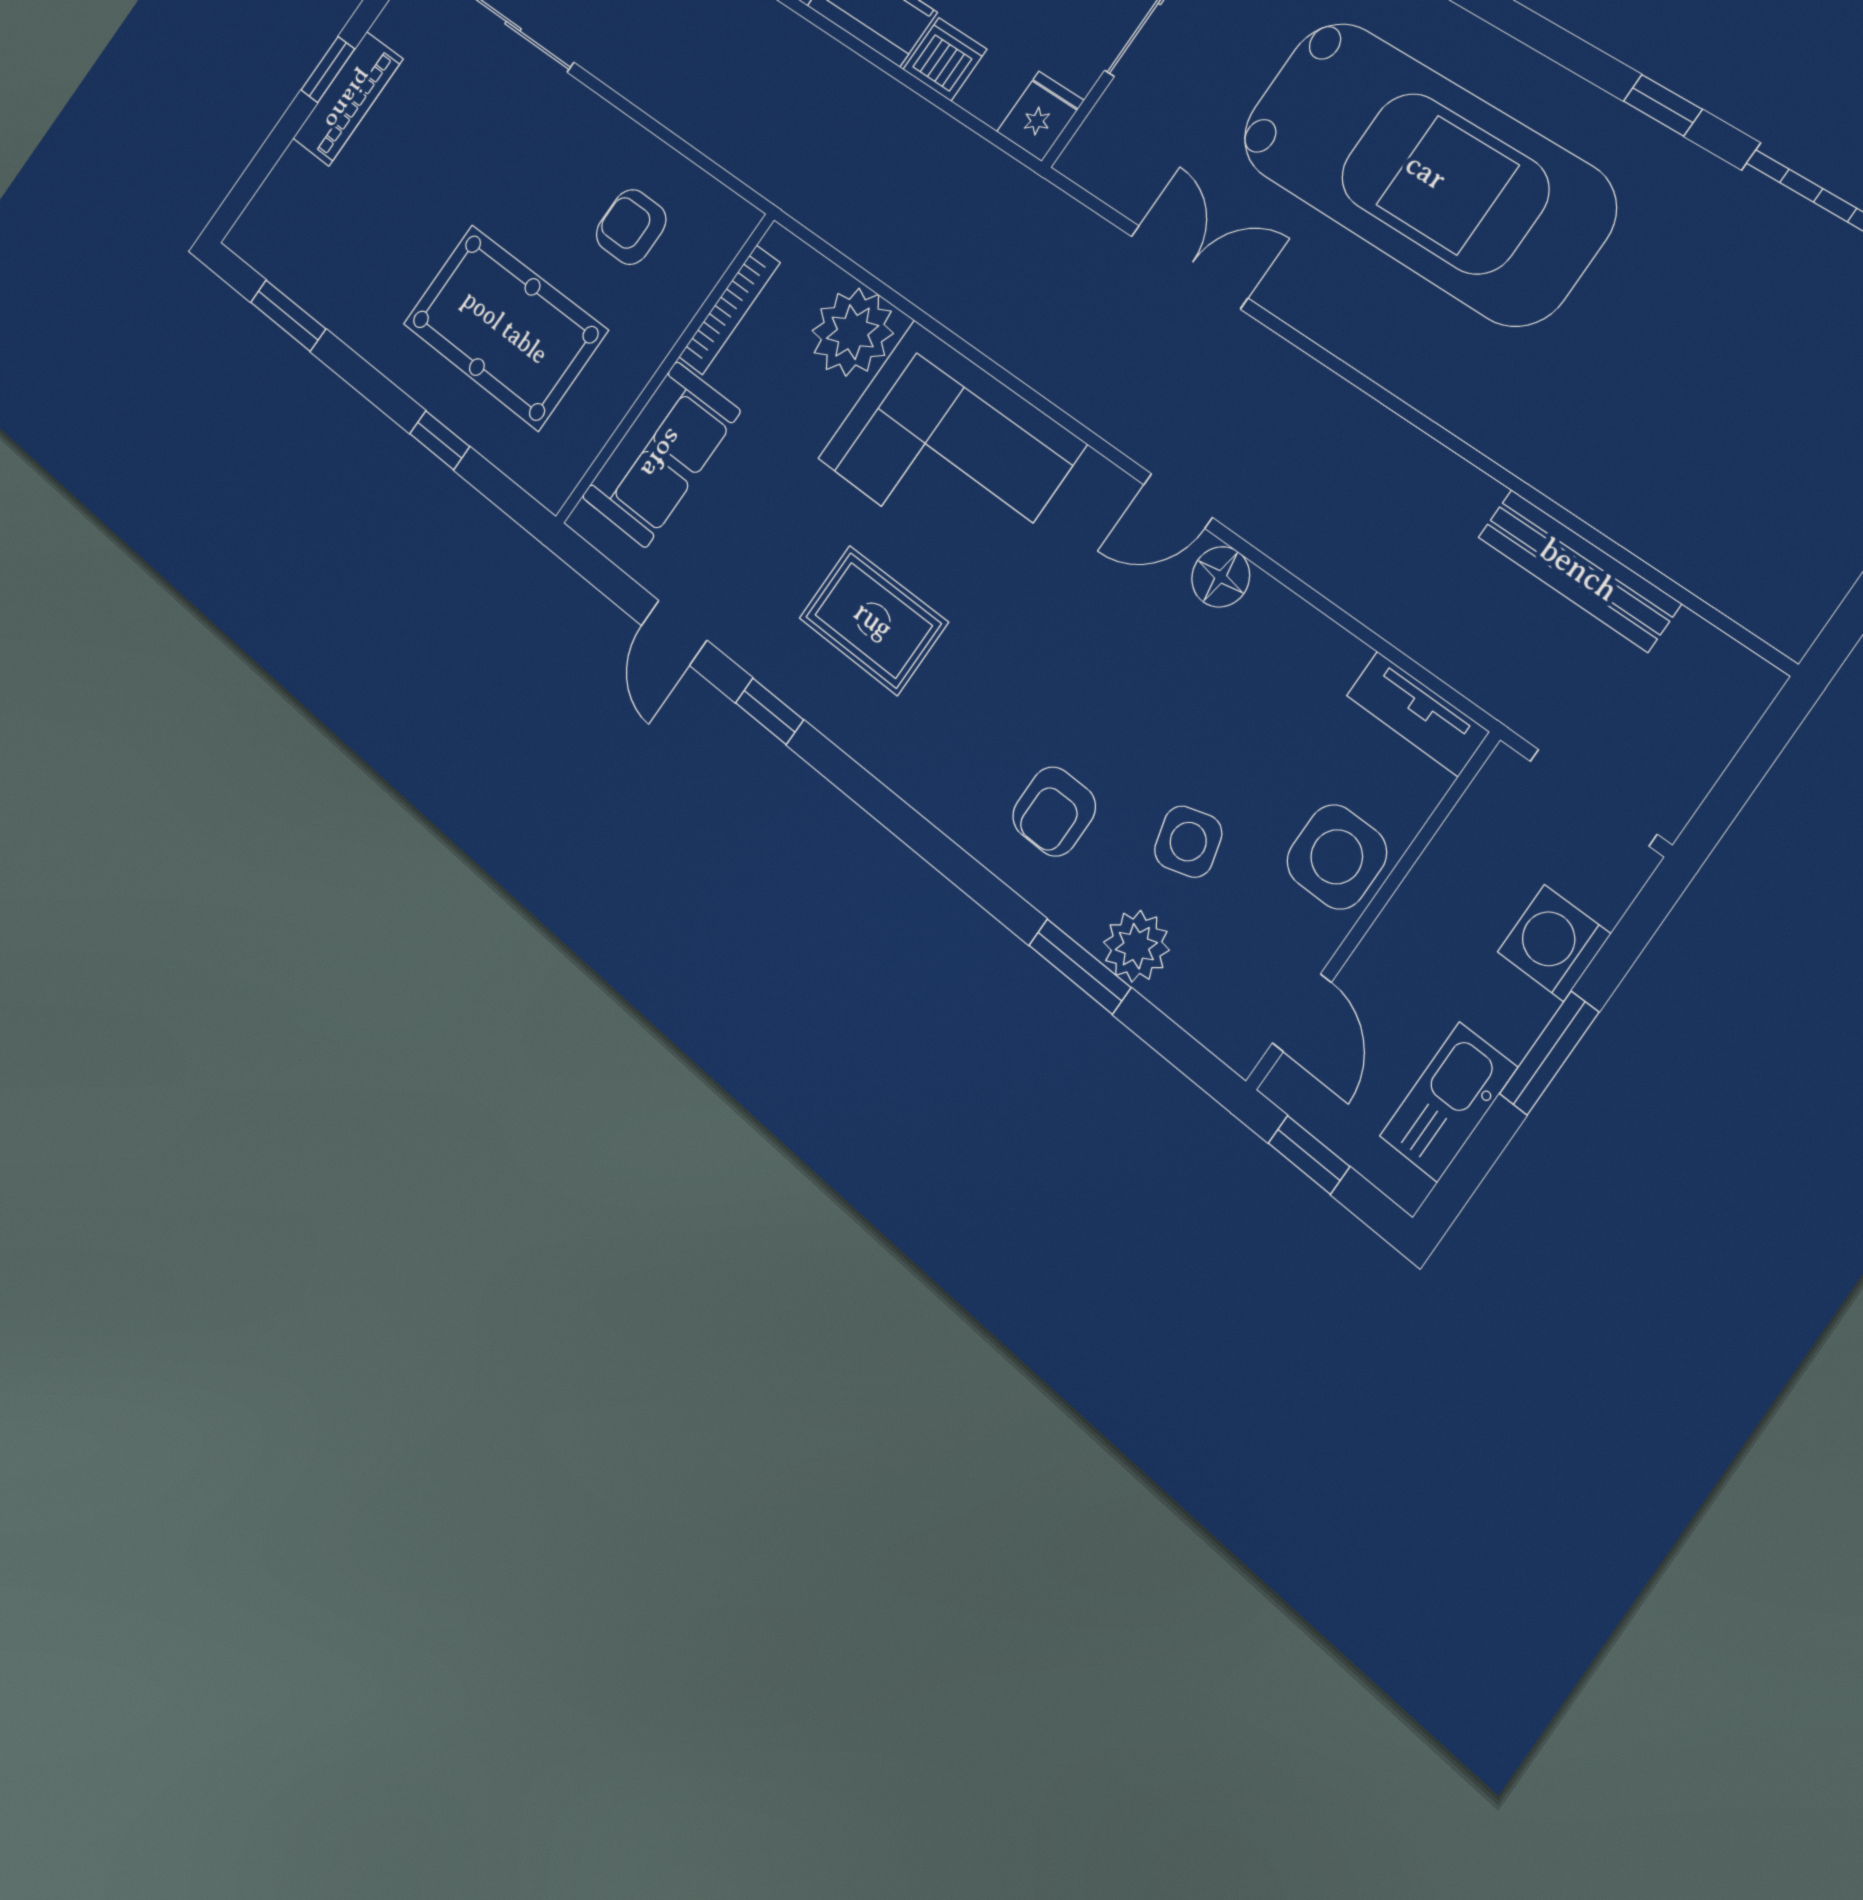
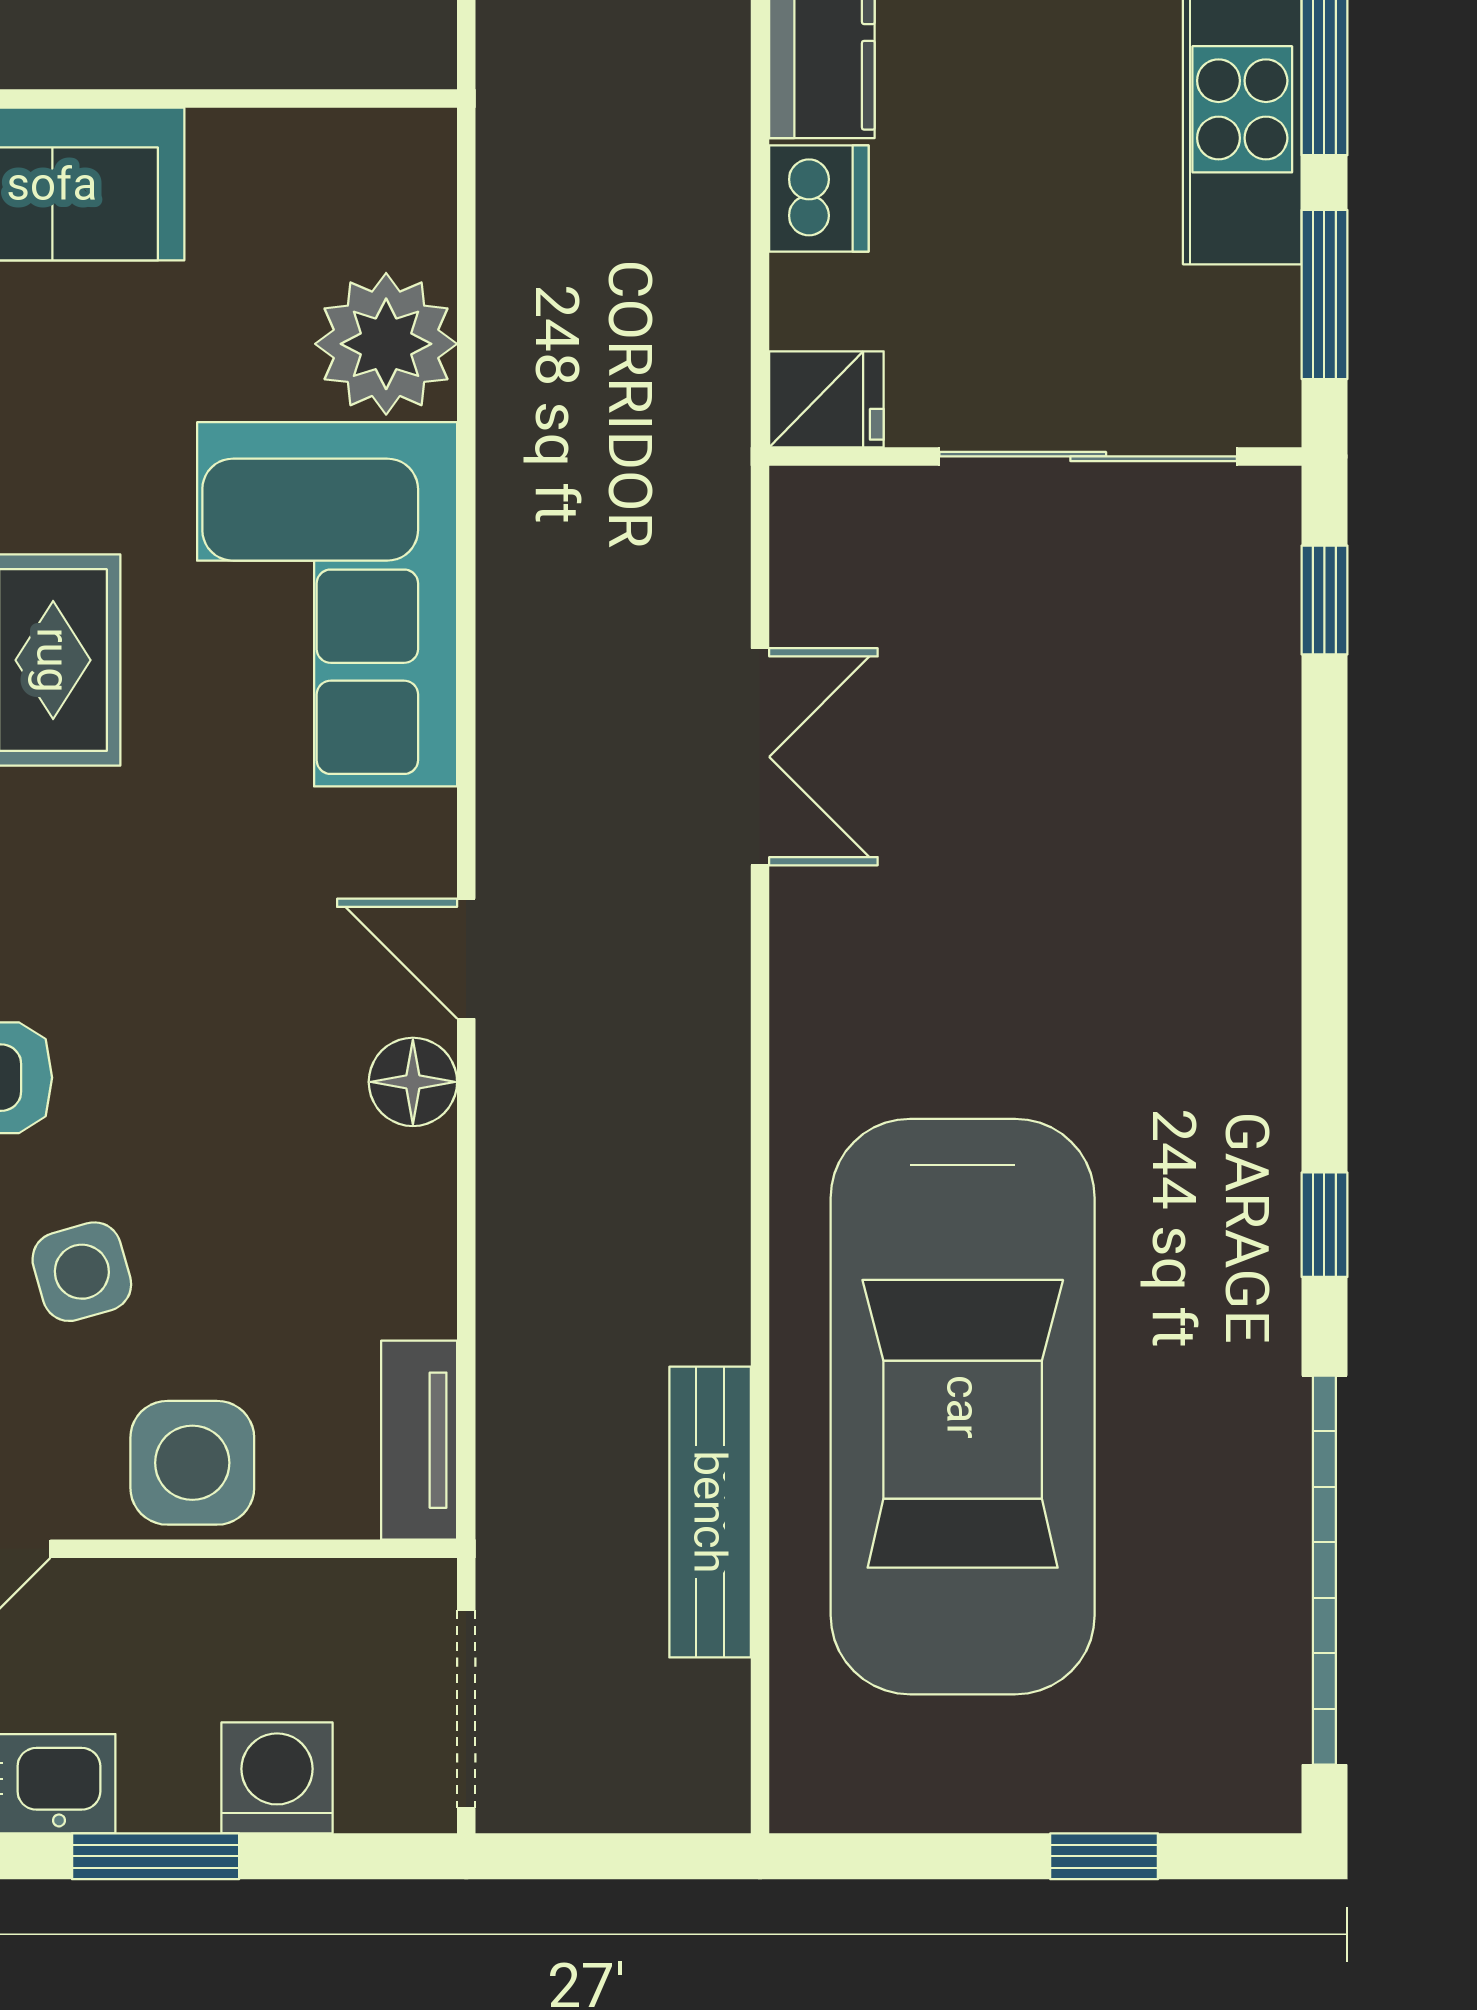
car: (1426, 172) -> (963, 1407), moved
bookcase: (729, 310) -> (300, 135), removed

